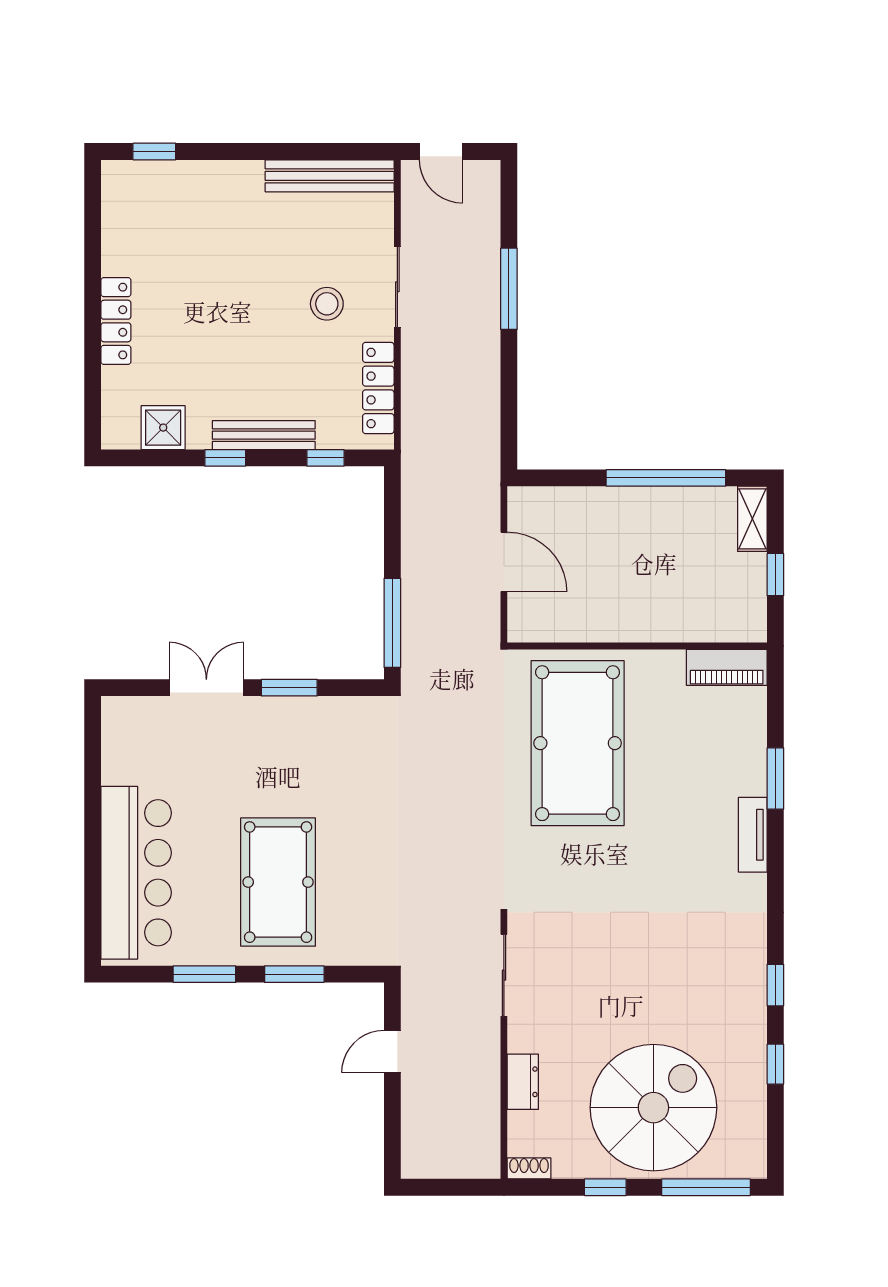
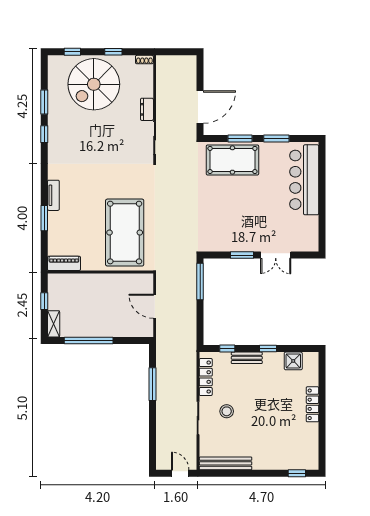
window: (509, 289) -> (153, 384), moved
bench: (264, 435) -> (247, 358), width x0.73
pool table: (278, 882) -> (232, 160), moved, turned 90
door: (392, 1052) -> (200, 107), width x1.88
window: (775, 1064) -> (44, 102), width x1.50
dresser: (523, 1082) -> (147, 109), moved
window: (706, 1187) -> (72, 52), width x0.46

